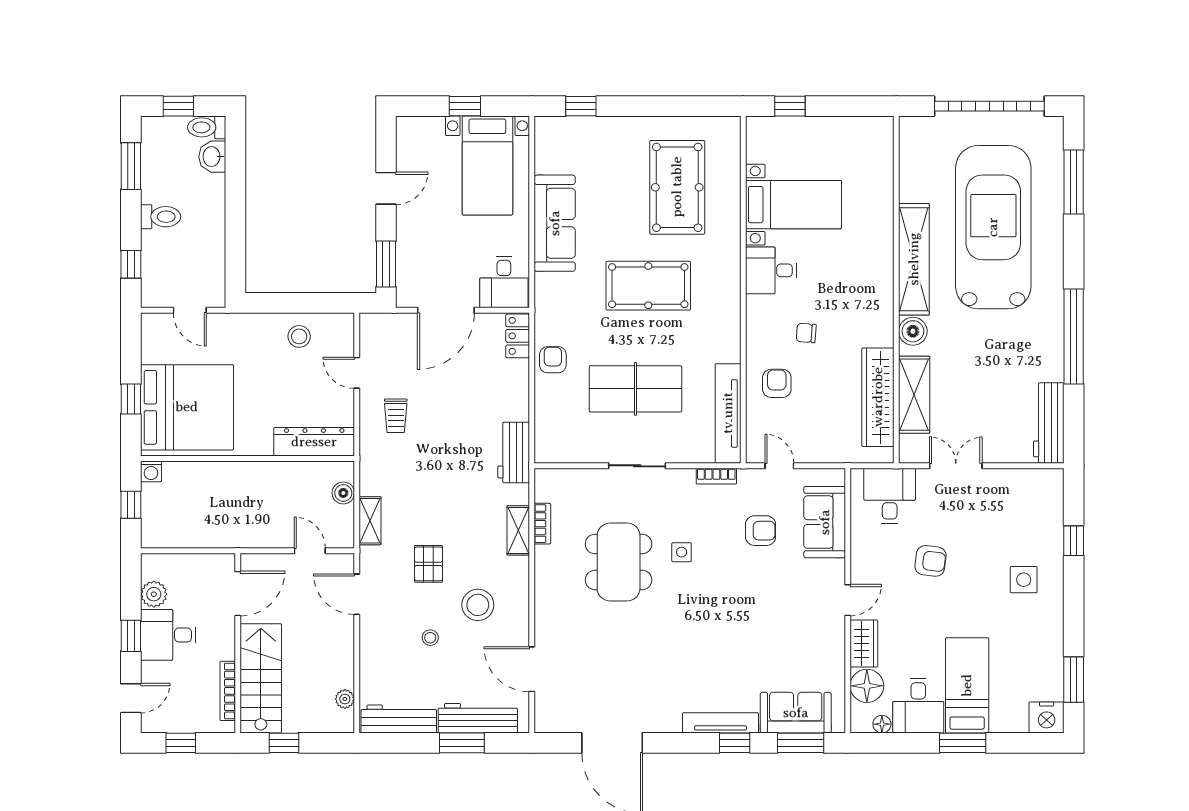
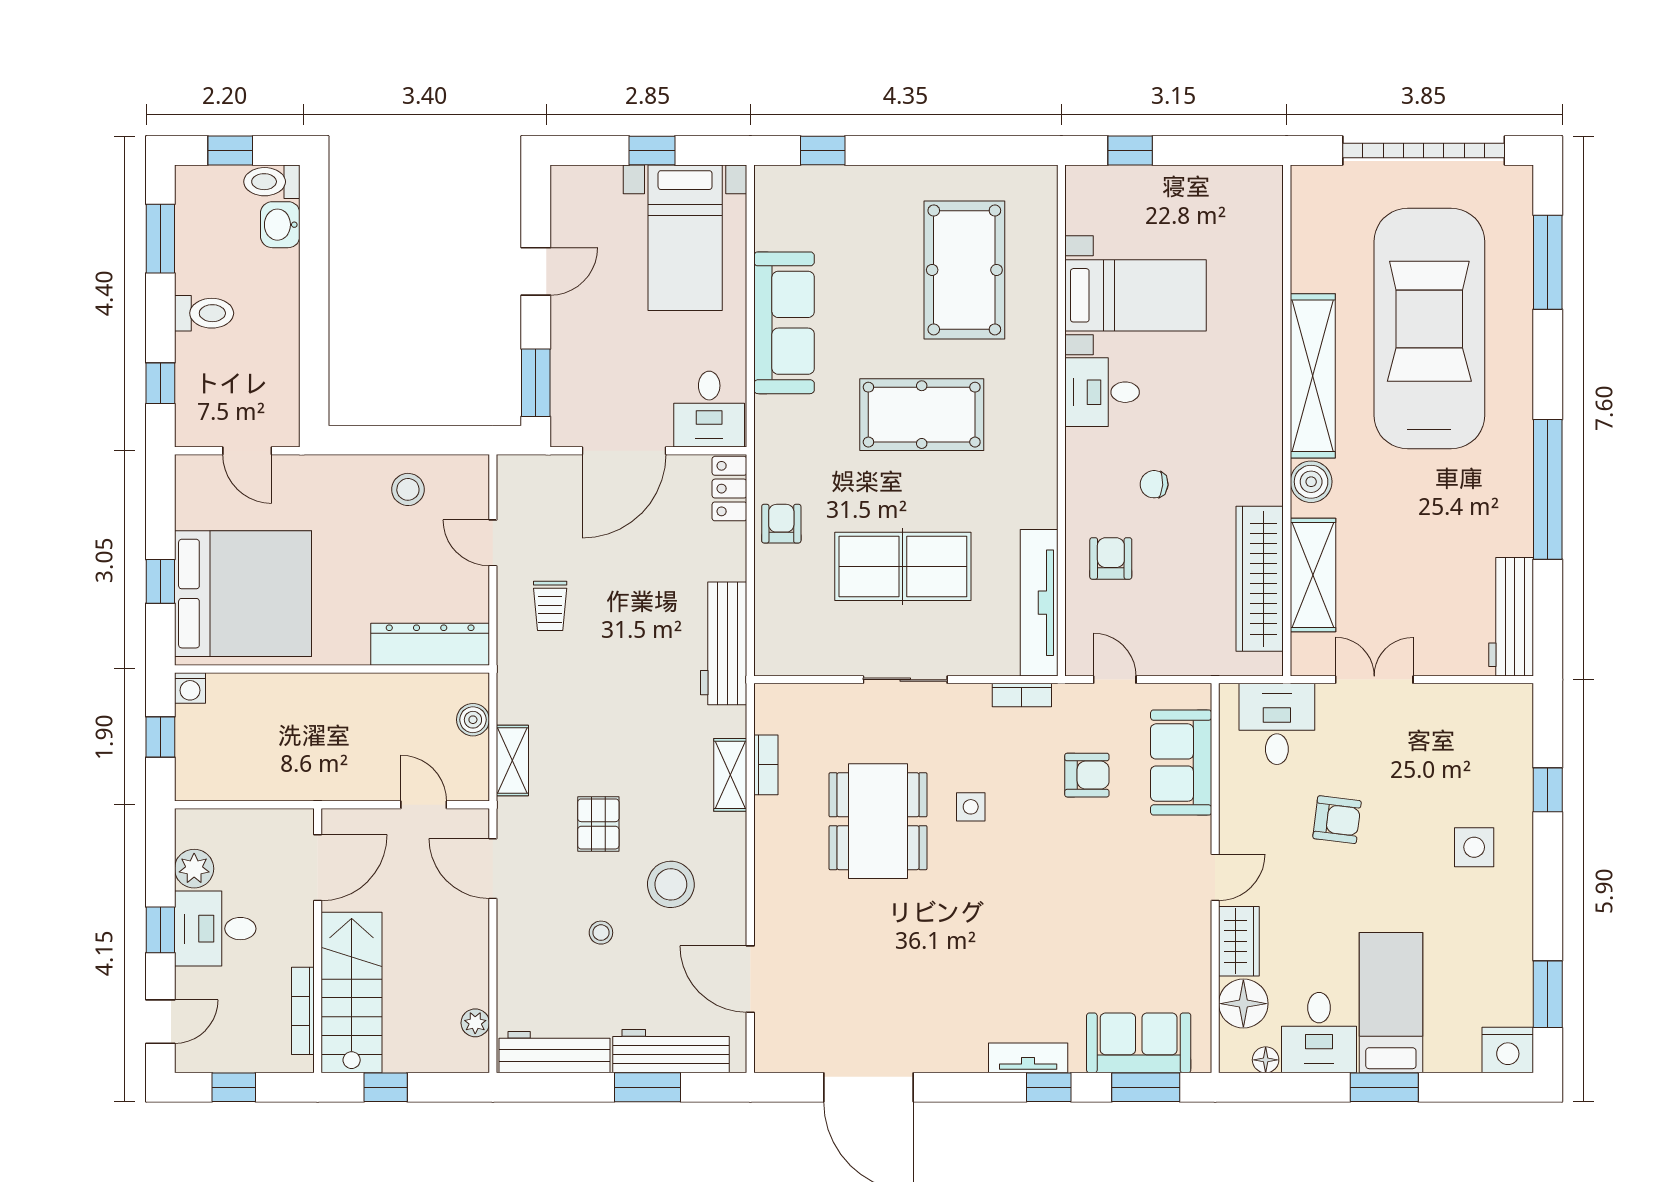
workbench: (514, 452) -> (724, 643), width x1.38
tv unit: (721, 723) -> (1028, 1058), width x0.71

